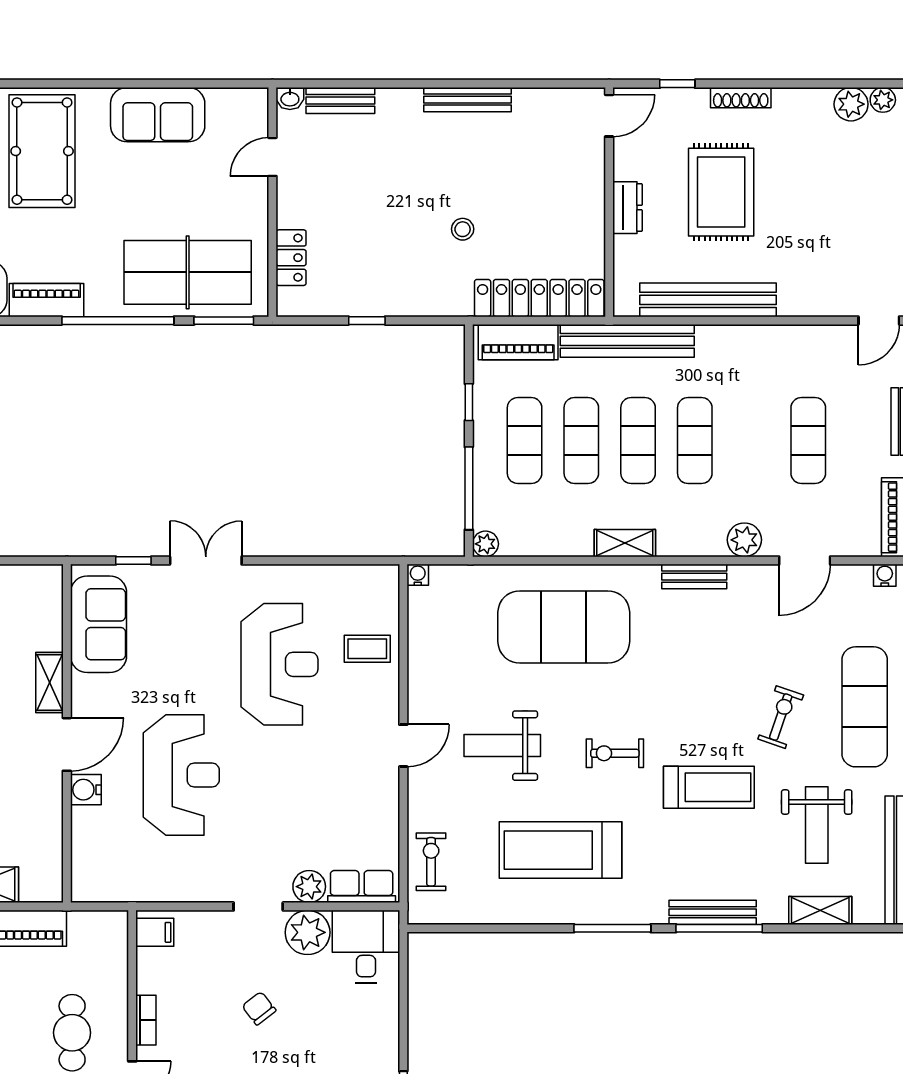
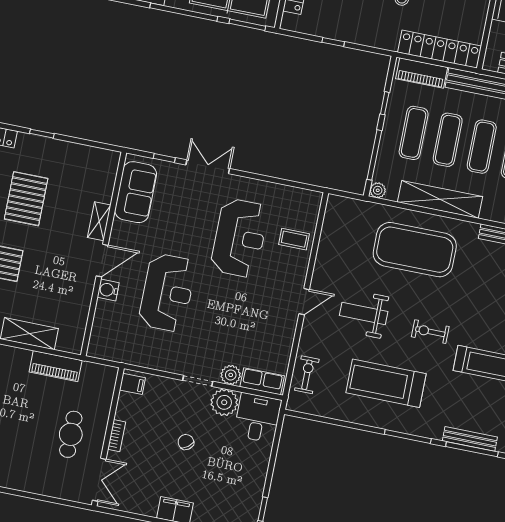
shelving: (625, 543) -> (440, 199), width x2.20, depth x1.33
water cooler: (418, 575) -> (333, 201), removed

